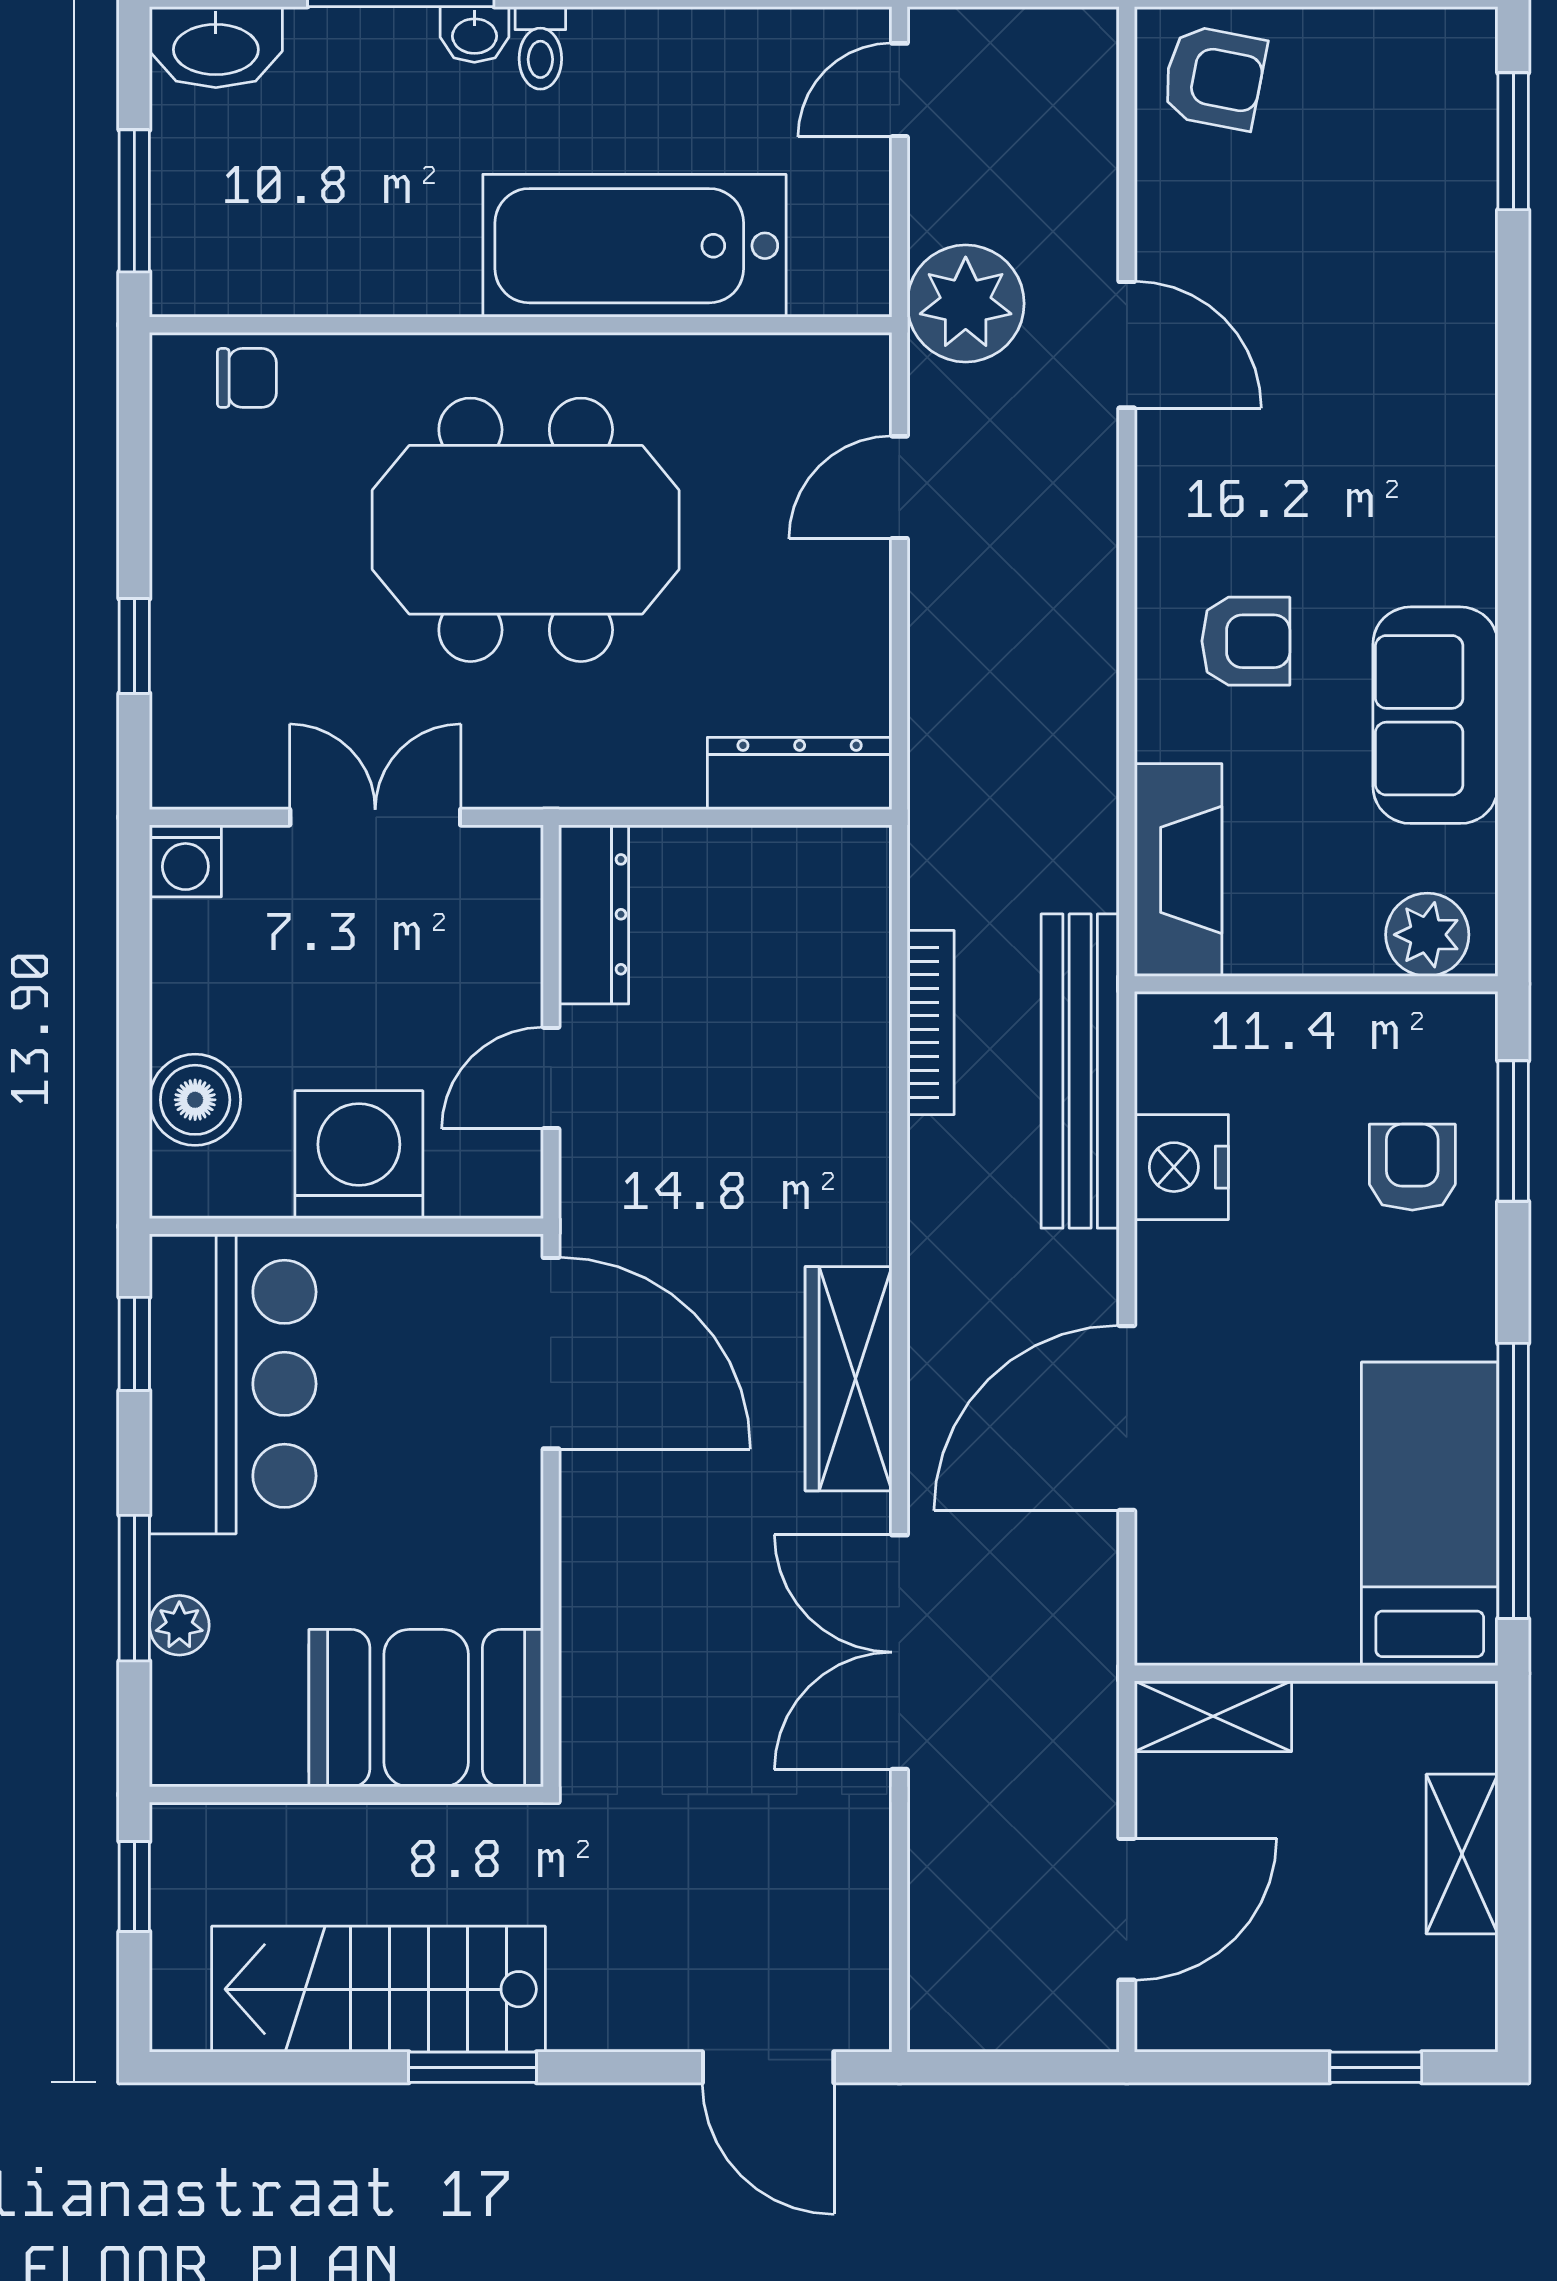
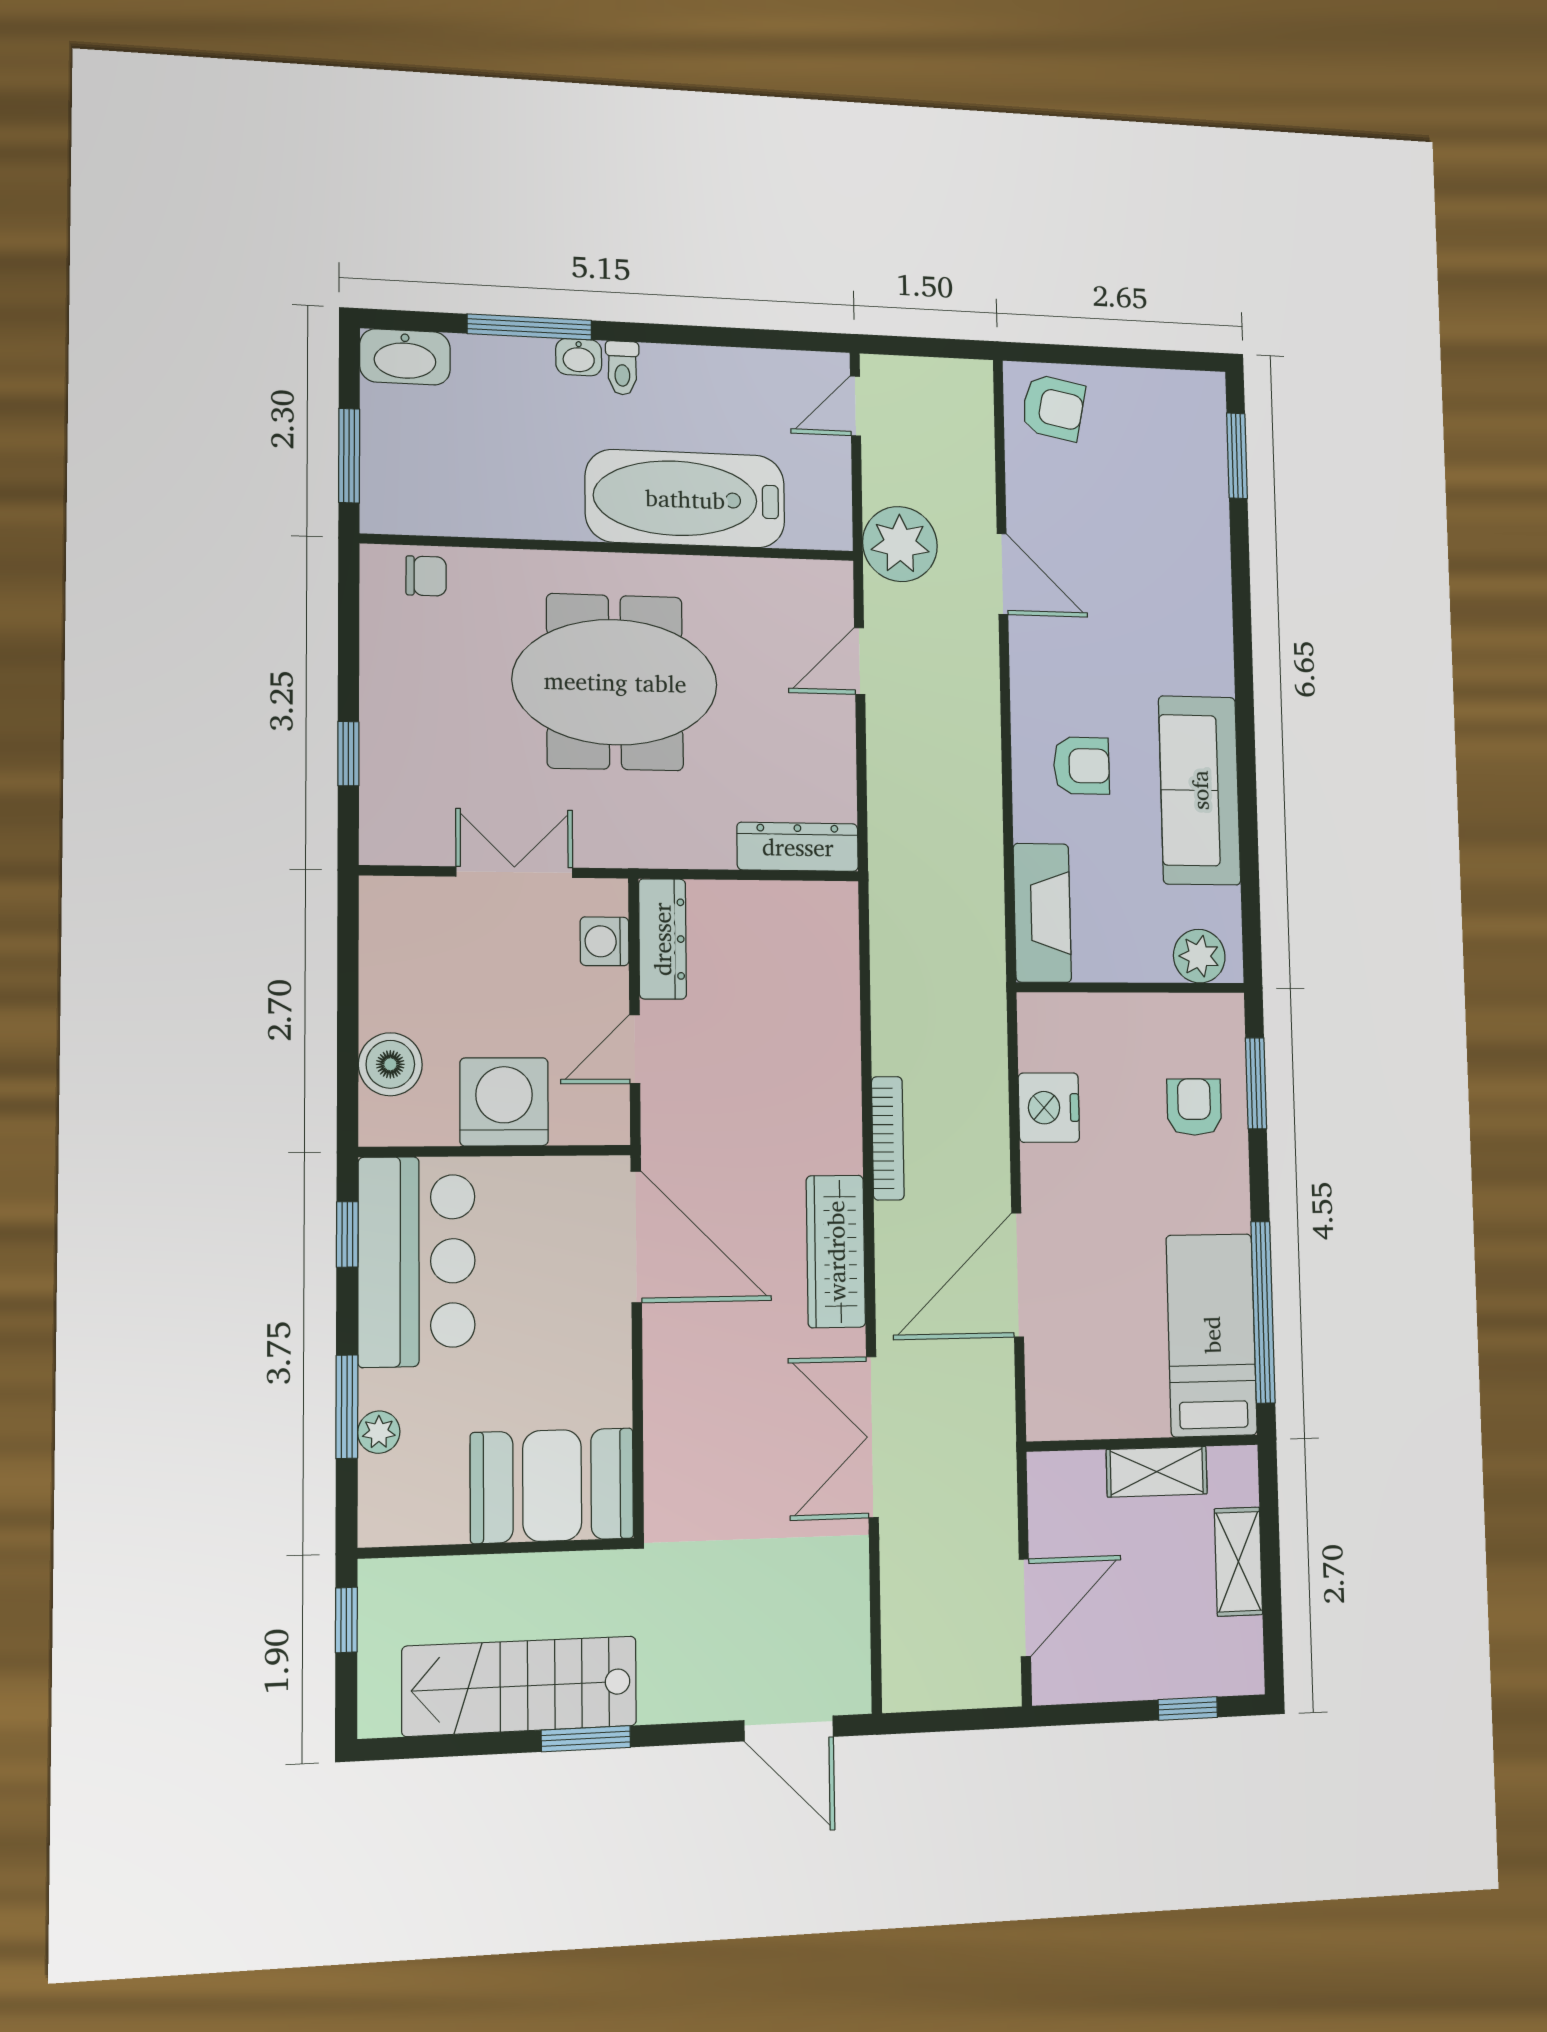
sofa: (1435, 715) -> (1200, 790), width x1.36
washing machine: (185, 861) -> (605, 941), moved, turned 90
bookcase: (931, 1023) -> (888, 1138), moved
bench: (1080, 1071) -> (983, 1044), removed
shelving: (1213, 1716) -> (1157, 1472), moved

